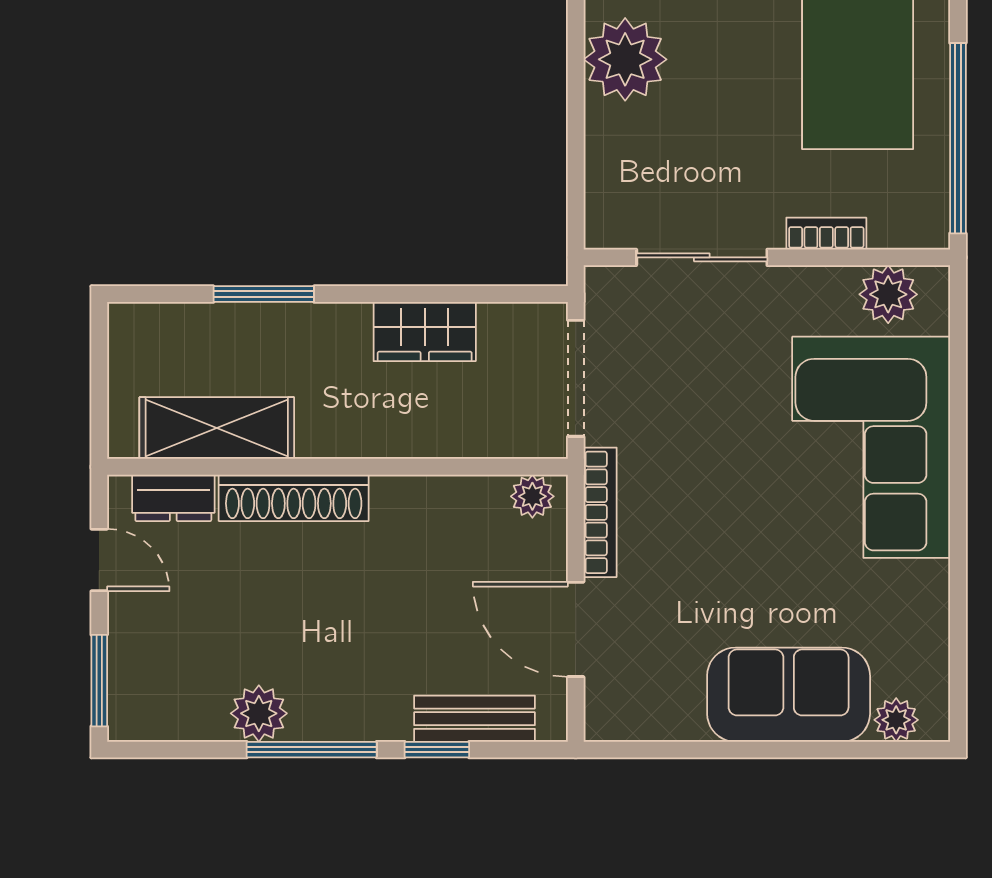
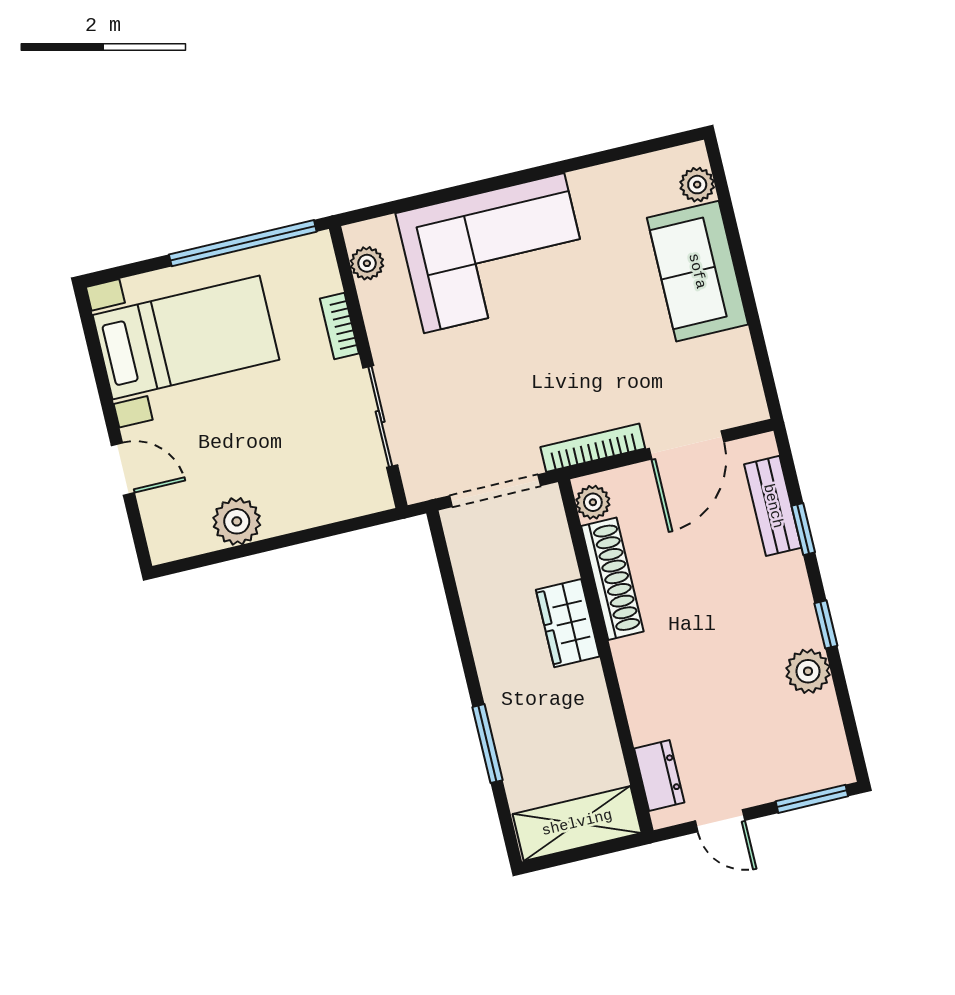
plant: (625, 59) -> (237, 521), width x0.73, depth x0.73
plant: (888, 294) -> (367, 263), width x0.73, depth x0.73
wardrobe: (425, 332) -> (568, 623), moved, turned 180
shelving: (217, 428) -> (577, 823), moved, turned 90
shoe rack: (294, 498) -> (612, 579), moved
door: (99, 560) -> (720, 821), swing flipped
window: (312, 750) -> (826, 624), width x0.46

